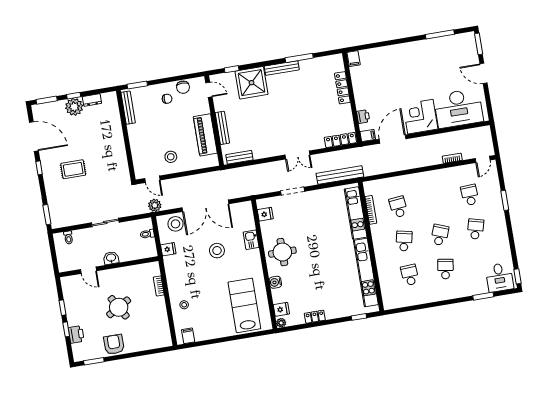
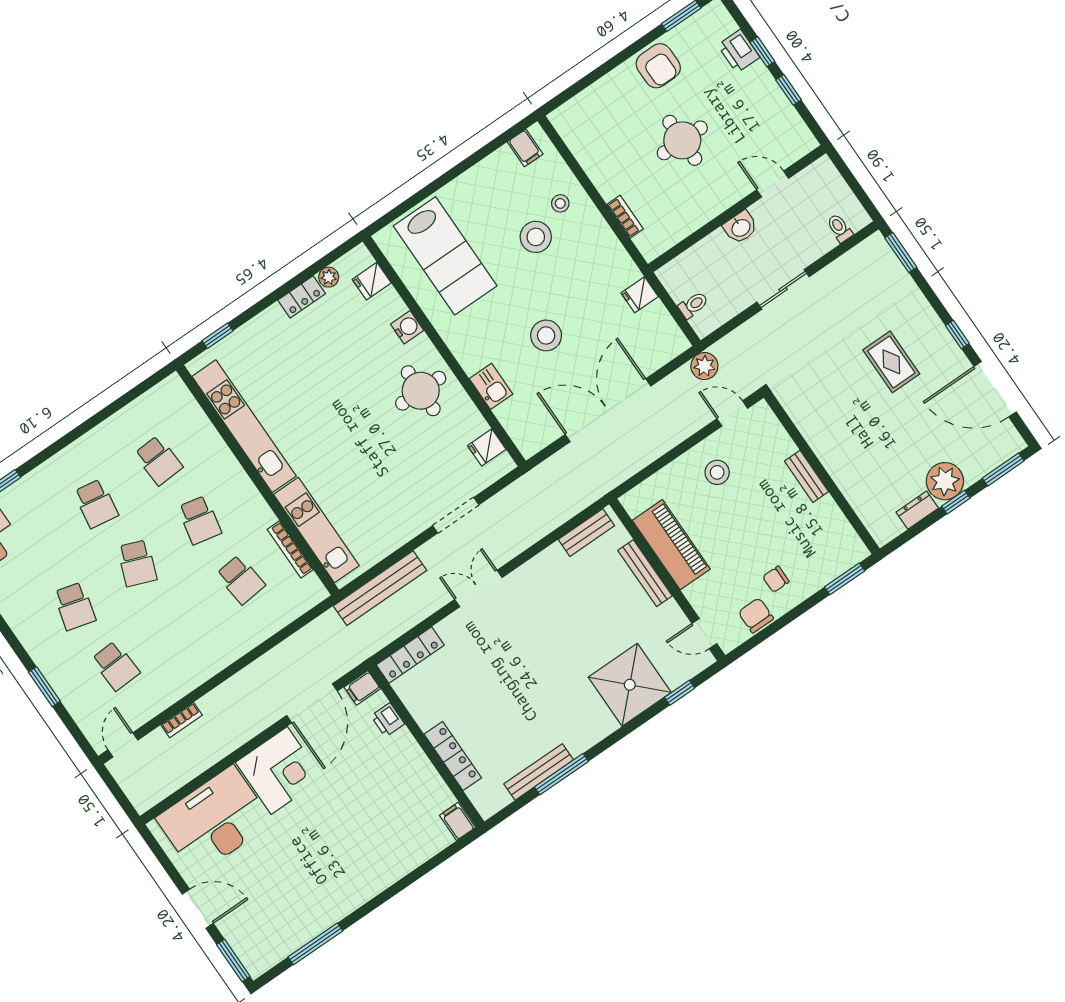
bench: (282, 68) -> (539, 772), moved
bench: (128, 108) -> (806, 476), moved, width x0.73
rug: (73, 169) -> (891, 362), turned 90
stool: (176, 224) -> (536, 237), moved
round table: (119, 307) -> (682, 140), turned 30
plant: (281, 323) -> (329, 277), moved

